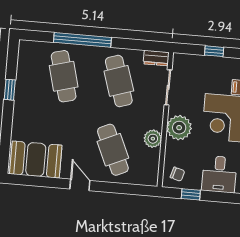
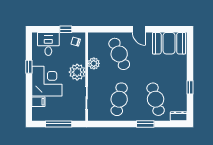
window: (82, 40) -> (145, 124), width x0.47
window: (214, 51) -> (59, 124), width x2.17
dresser: (156, 58) -> (179, 116), moved
cafe table: (119, 81) -> (119, 99), turned 30

